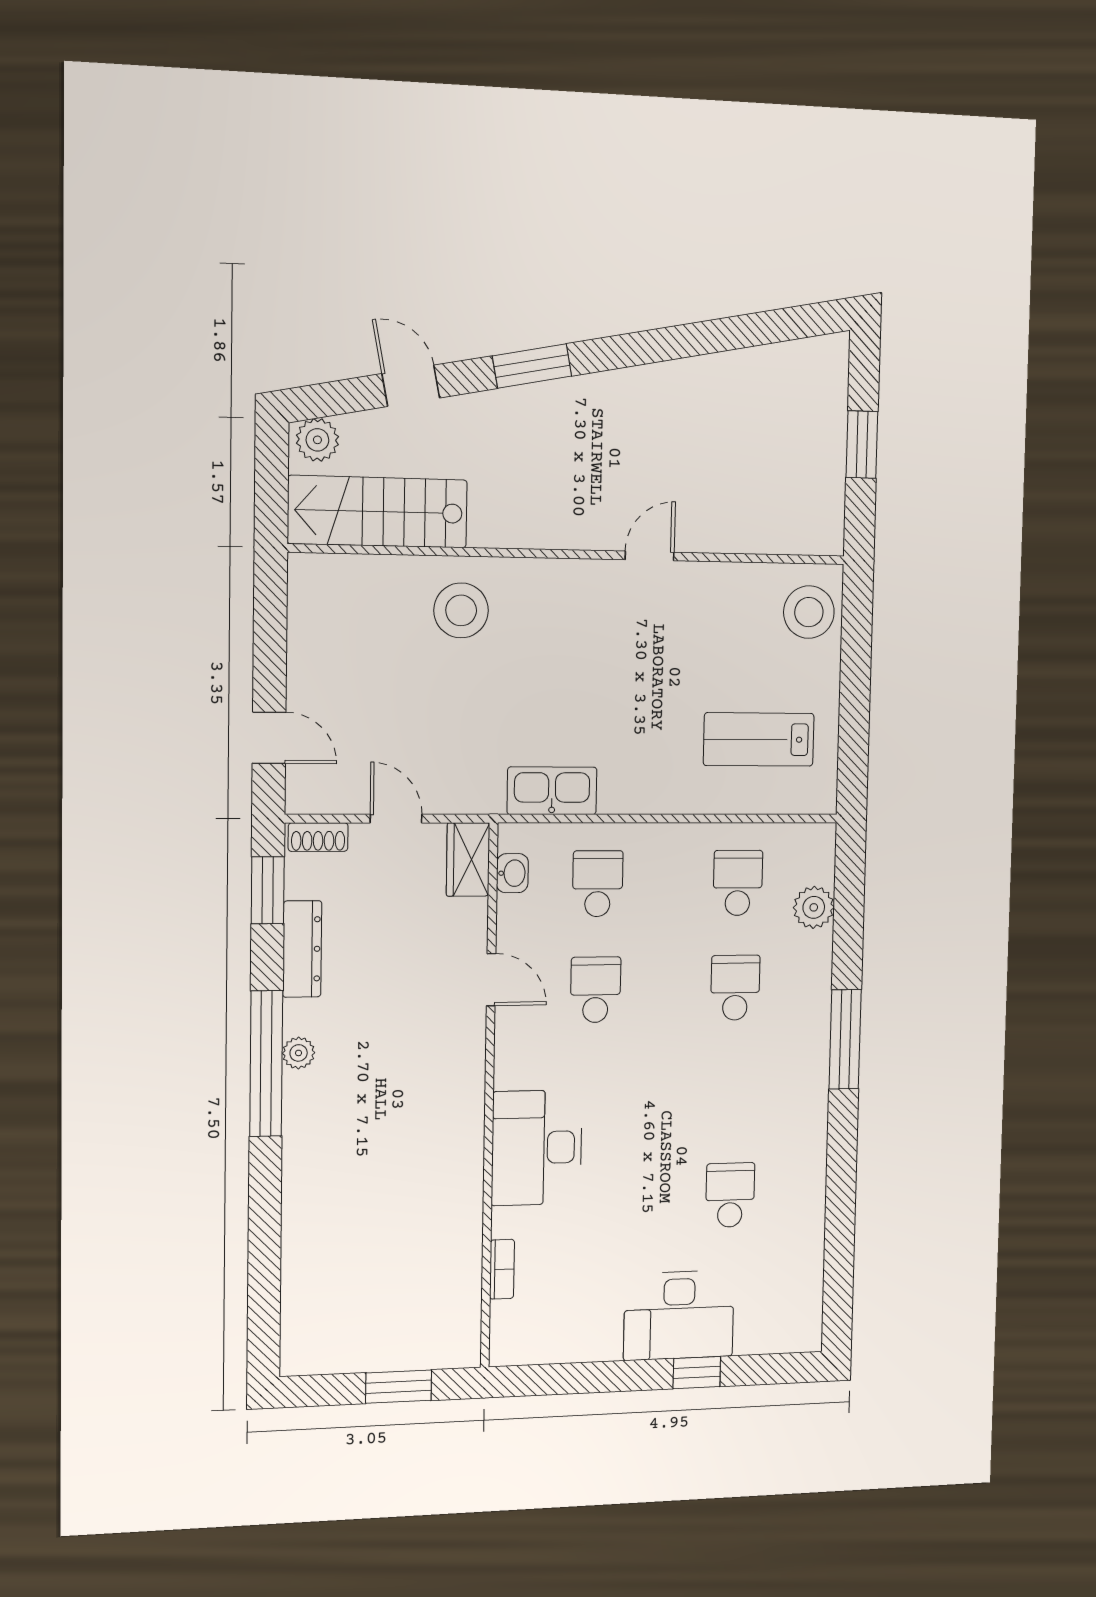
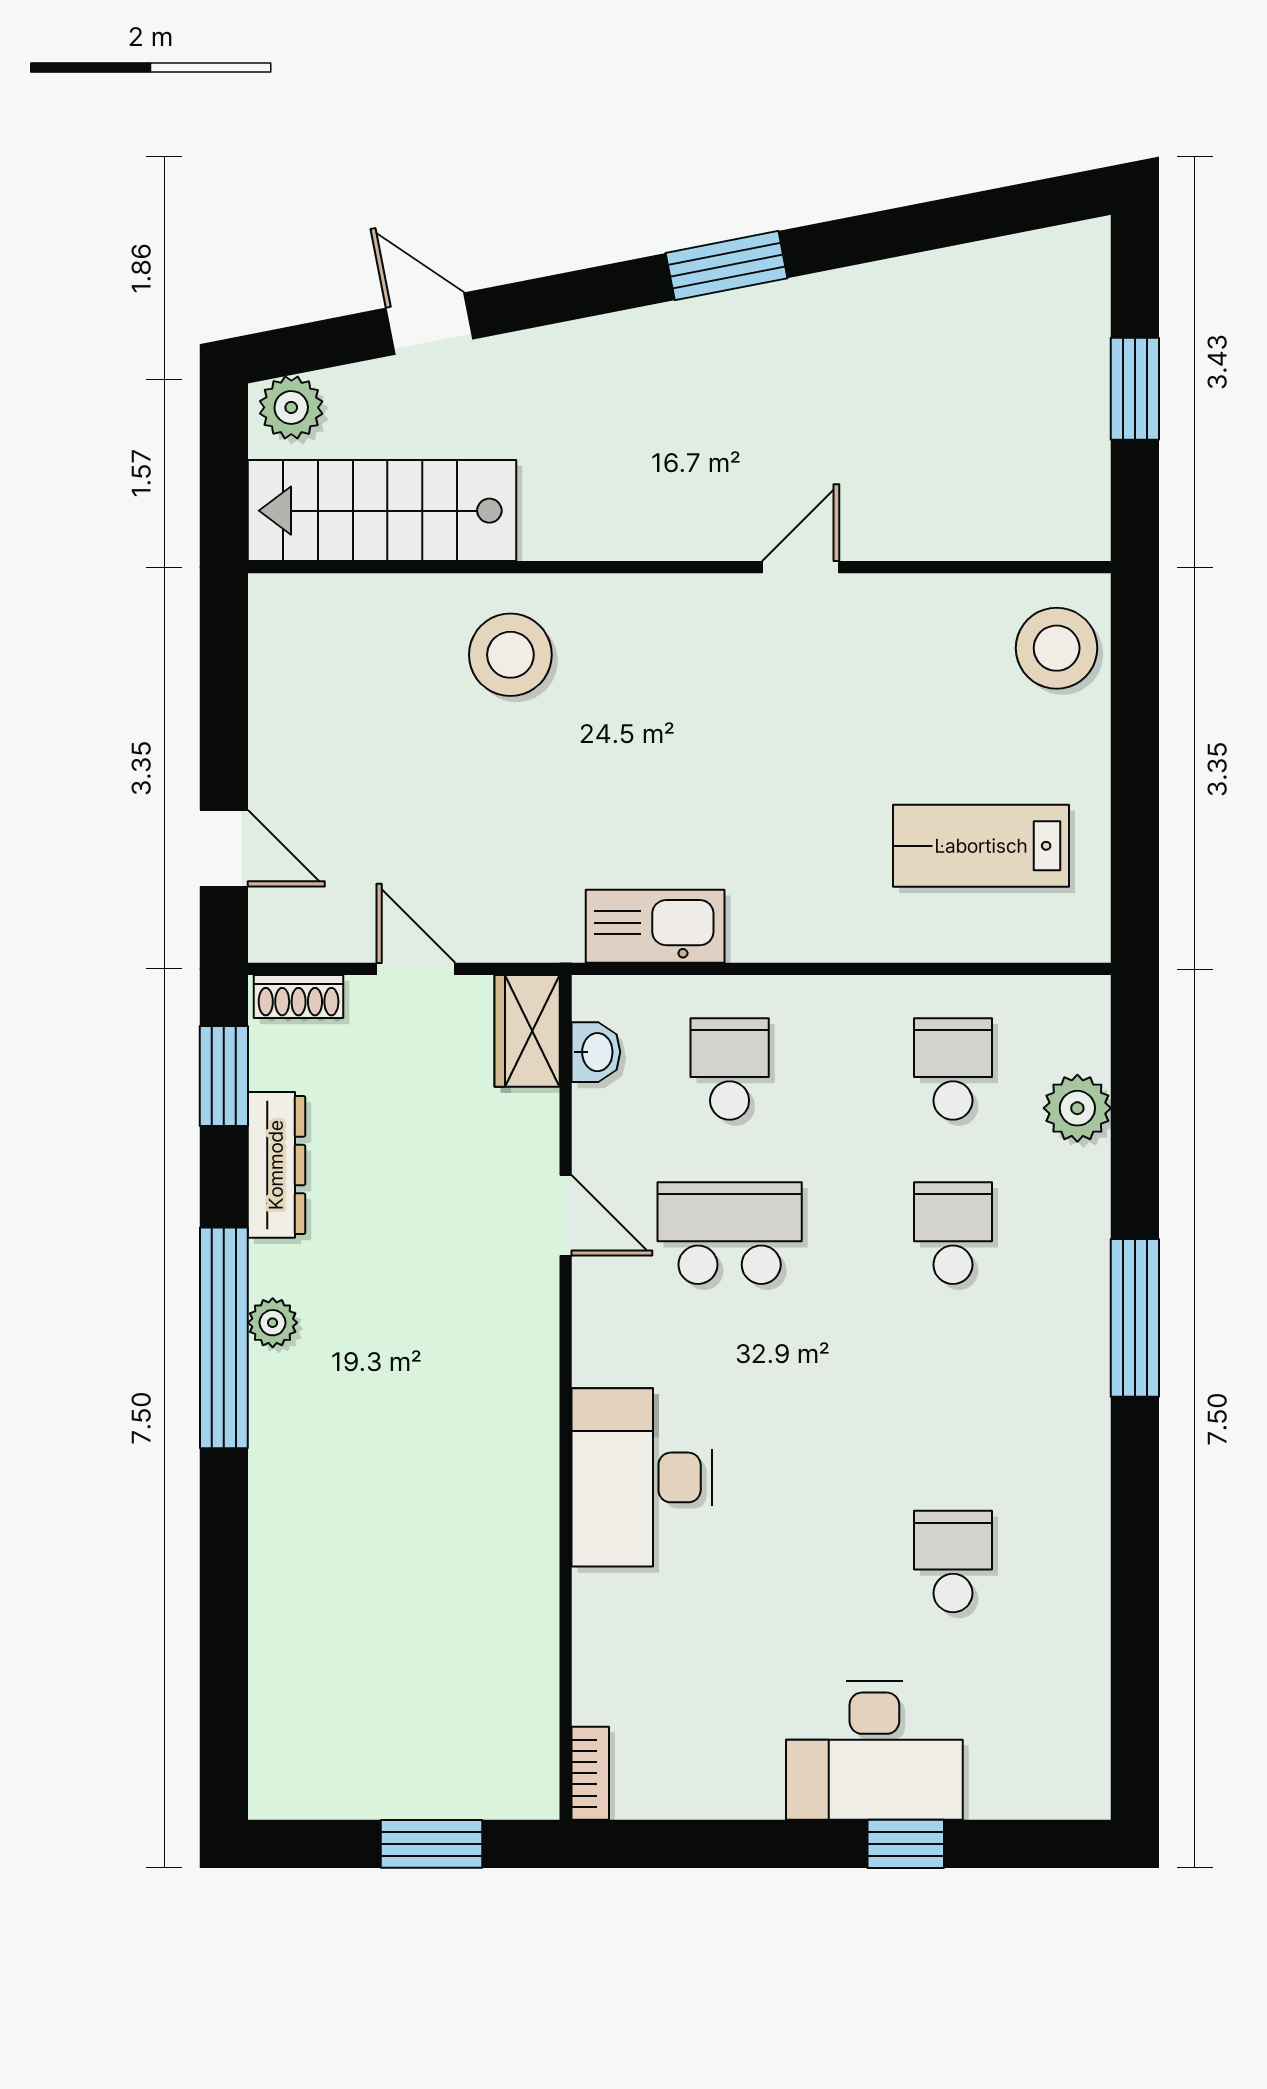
window: (532, 366) -> (727, 266), moved
school desk: (596, 990) -> (730, 1233), width x1.85
bookcase: (502, 1269) -> (590, 1773), moved

